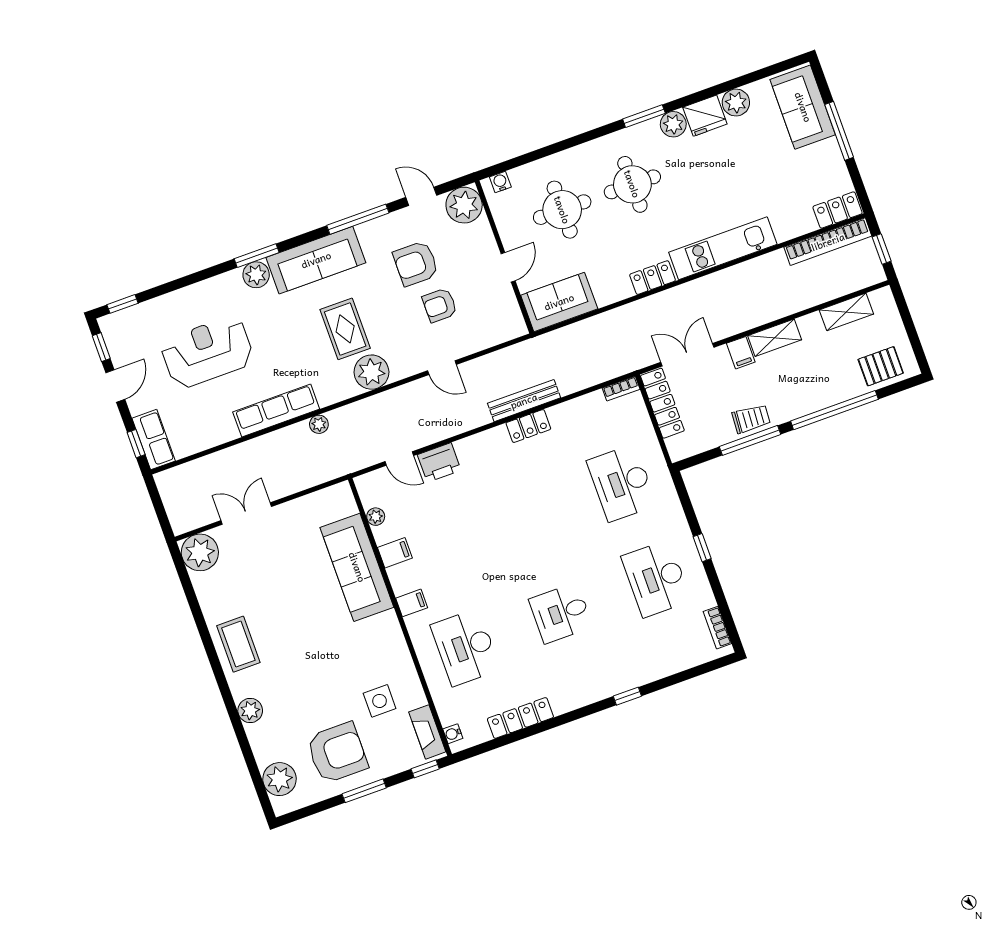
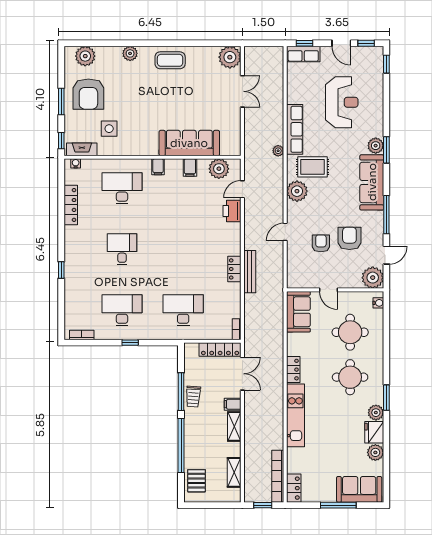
rug: (345, 329) -> (313, 167), moved
plant: (376, 517) -> (219, 169), width x1.87, depth x1.87

